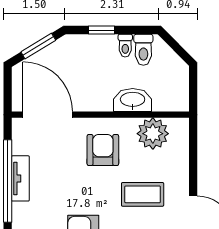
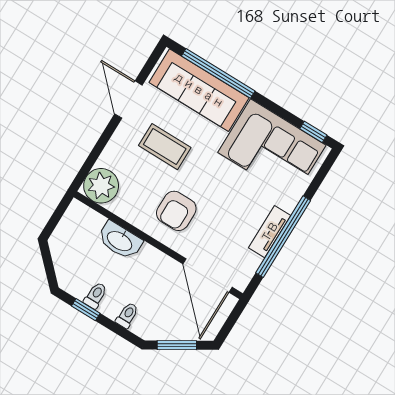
window: (102, 30) -> (86, 310), moved
toilet: (143, 50) -> (127, 315), moved, width x0.73, depth x0.72
plant: (153, 134) -> (101, 186), moved

